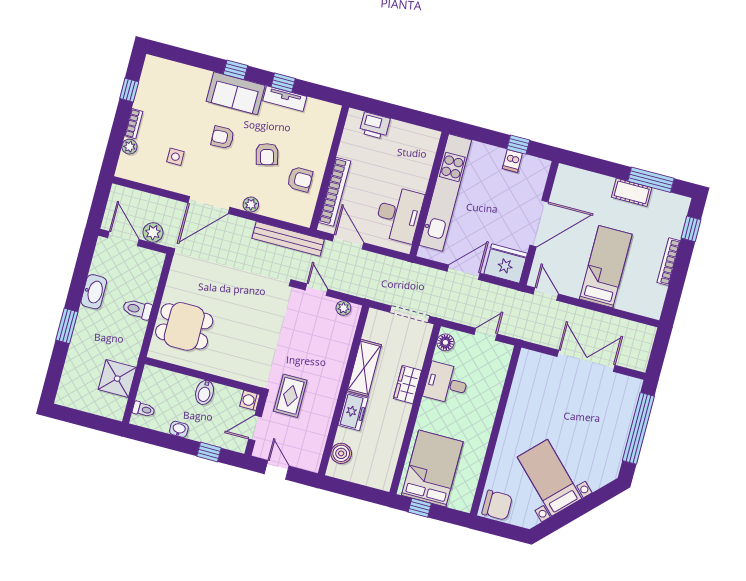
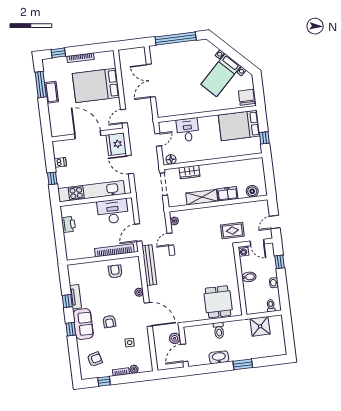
printer: (375, 126) -> (68, 224), moved
window: (518, 145) -> (52, 178), moved
armchair: (267, 154) -> (95, 359), moved
bed: (606, 267) -> (96, 85), width x1.50
door: (486, 334) -> (158, 140), swing flipped
desk: (446, 383) -> (188, 130), moved, turned 180
wardrobe: (408, 385) -> (189, 172), moved
bed: (432, 468) -> (239, 126), moved

